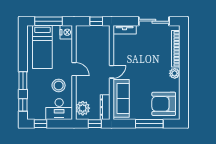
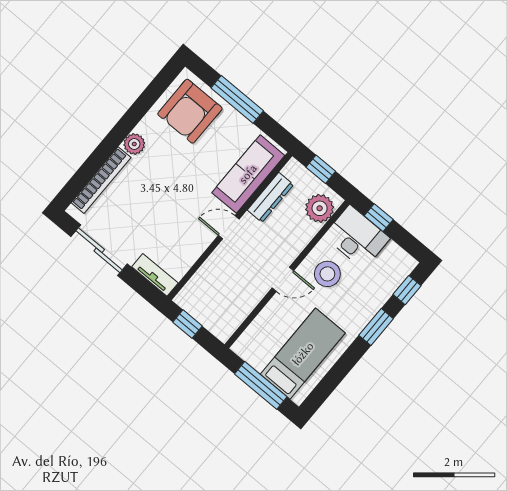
nightstand: (66, 32) -> (247, 346), removed
door: (74, 69) -> (283, 279), swing flipped
armchair: (164, 104) -> (190, 111), turned 90
dresser: (105, 107) -> (270, 197), moved
window: (41, 124) -> (379, 218), moved

